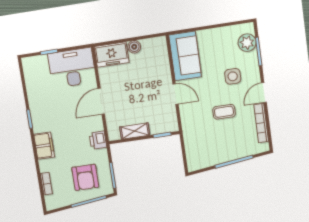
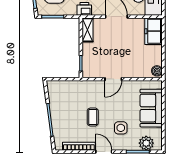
boiler: (134, 47) -> (157, 71), moved
sofa: (185, 56) -> (151, 108), moved, turned 90
shelving: (135, 131) -> (88, 30), moved

